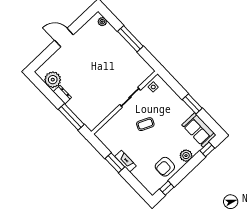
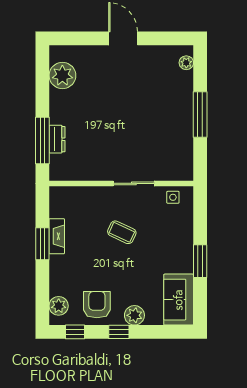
dresser: (62, 95) -> (57, 139), moved
window: (207, 149) -> (119, 332), moved
fireplace: (126, 161) -> (57, 236), moved
armchair: (165, 167) -> (97, 305), turned 90
plant: (148, 183) -> (59, 306), added

